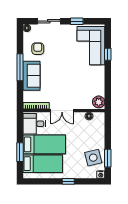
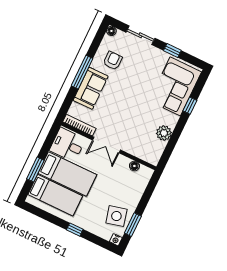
plant: (99, 102) -> (164, 133), moved

